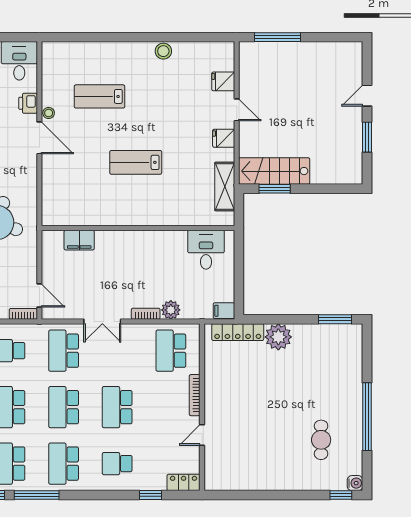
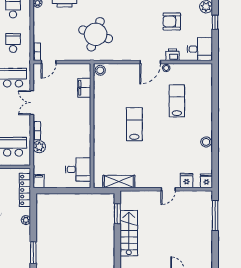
fridge: (224, 138) -> (206, 181), moved
stairs: (274, 171) -> (129, 233), moved
stool: (52, 215) -> (100, 70), added
plant: (278, 337) -> (26, 220), width x0.53, depth x0.53

